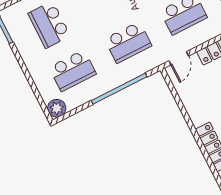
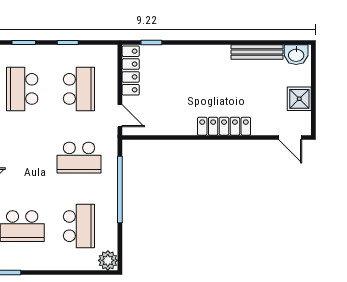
school desk: (128, 42) -> (79, 158), turned 90

